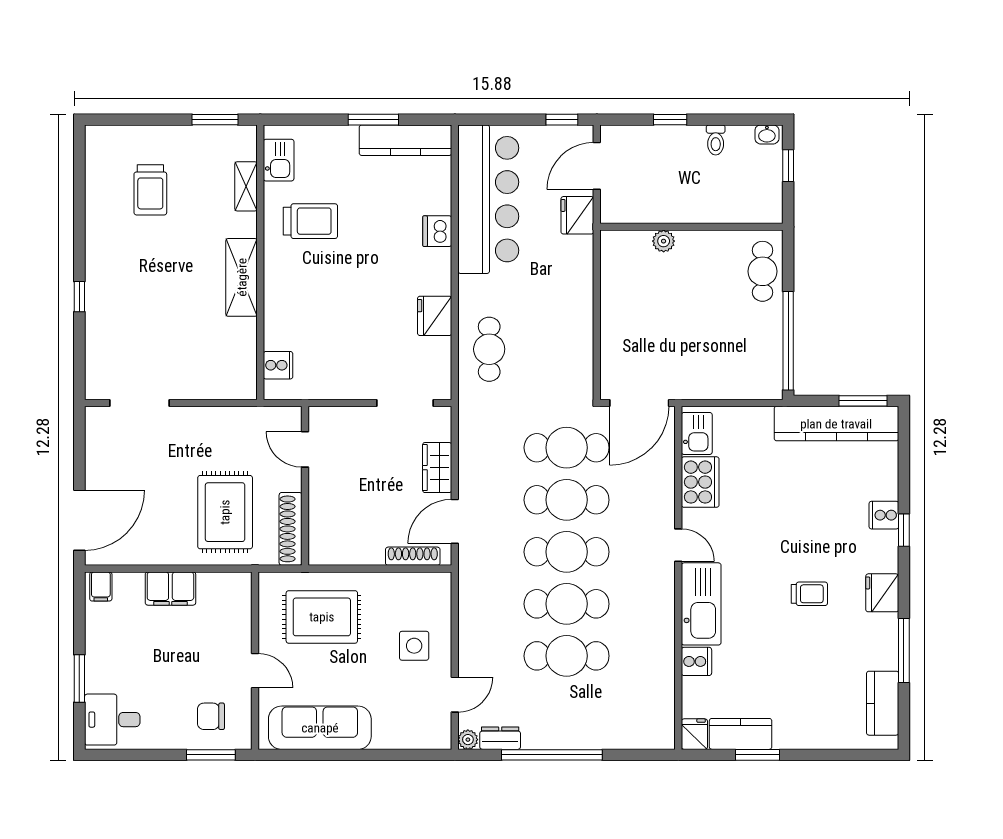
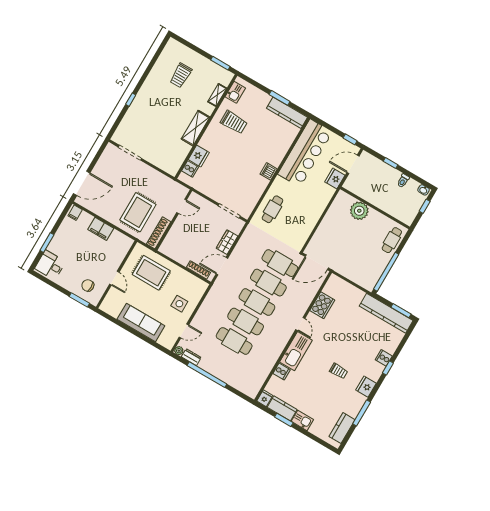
dishwasher: (437, 231) -> (269, 171), moved
plant: (664, 241) -> (359, 211), width x1.87, depth x1.87
fridge: (435, 316) -> (199, 156), moved, turned 180
kitchen sink: (697, 433) -> (302, 420), moved, turned -90
door: (305, 449) -> (182, 206), swing flipped
sofa: (320, 728) -> (141, 322), moved

